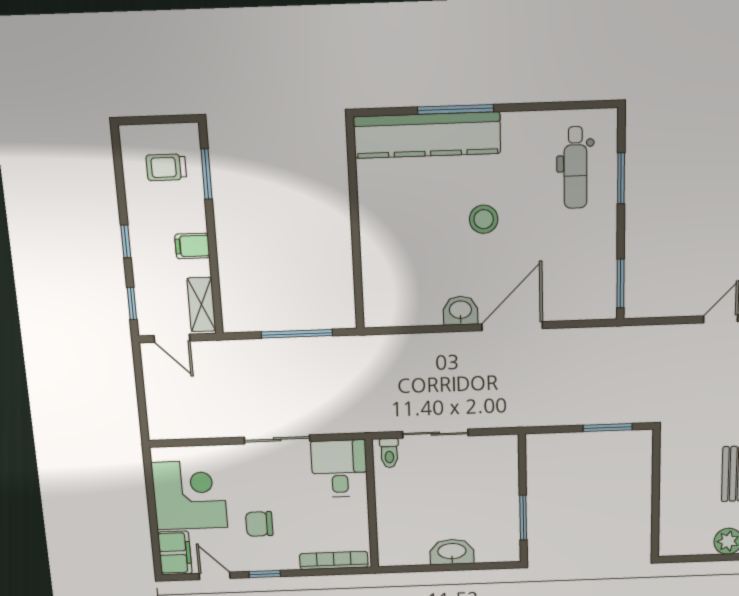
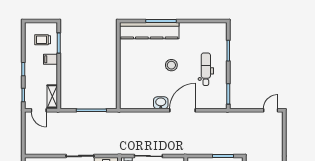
dental chair: (575, 168) -> (206, 69), moved, turned 180
filing cabinet: (192, 246) -> (51, 59), moved

